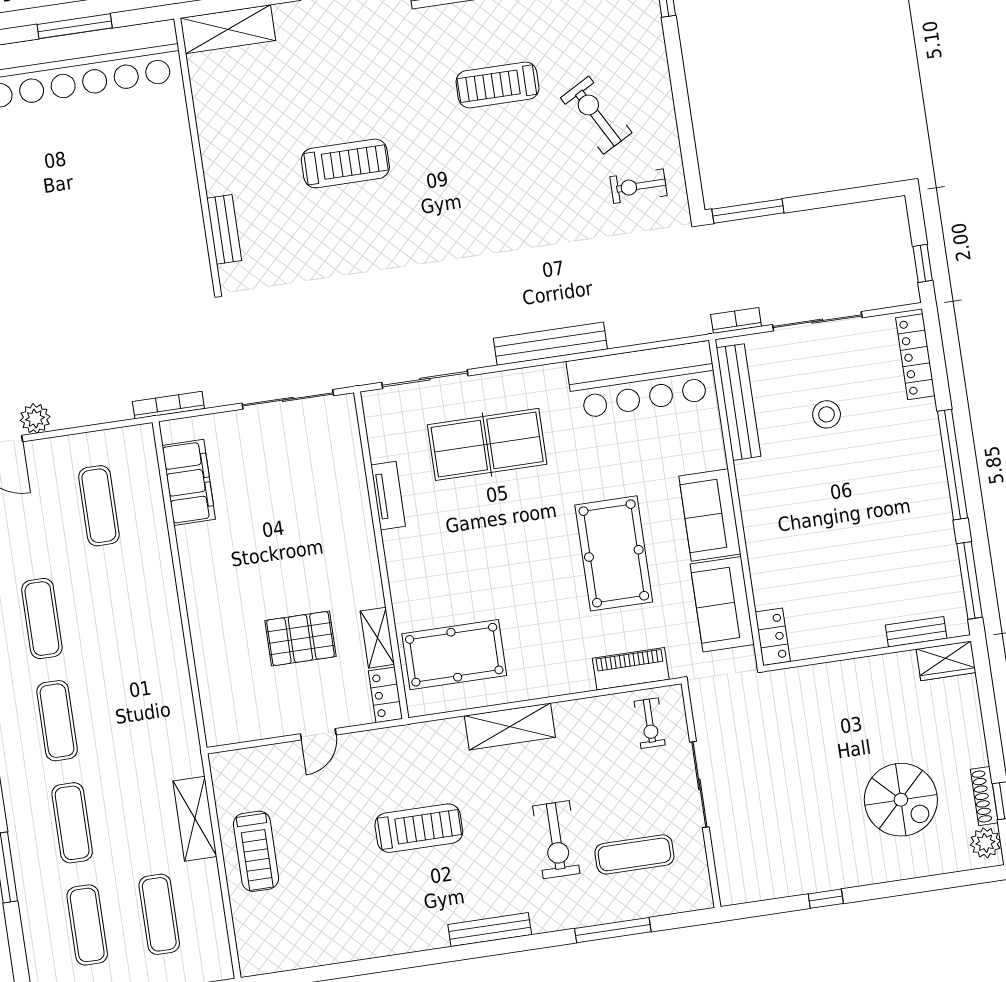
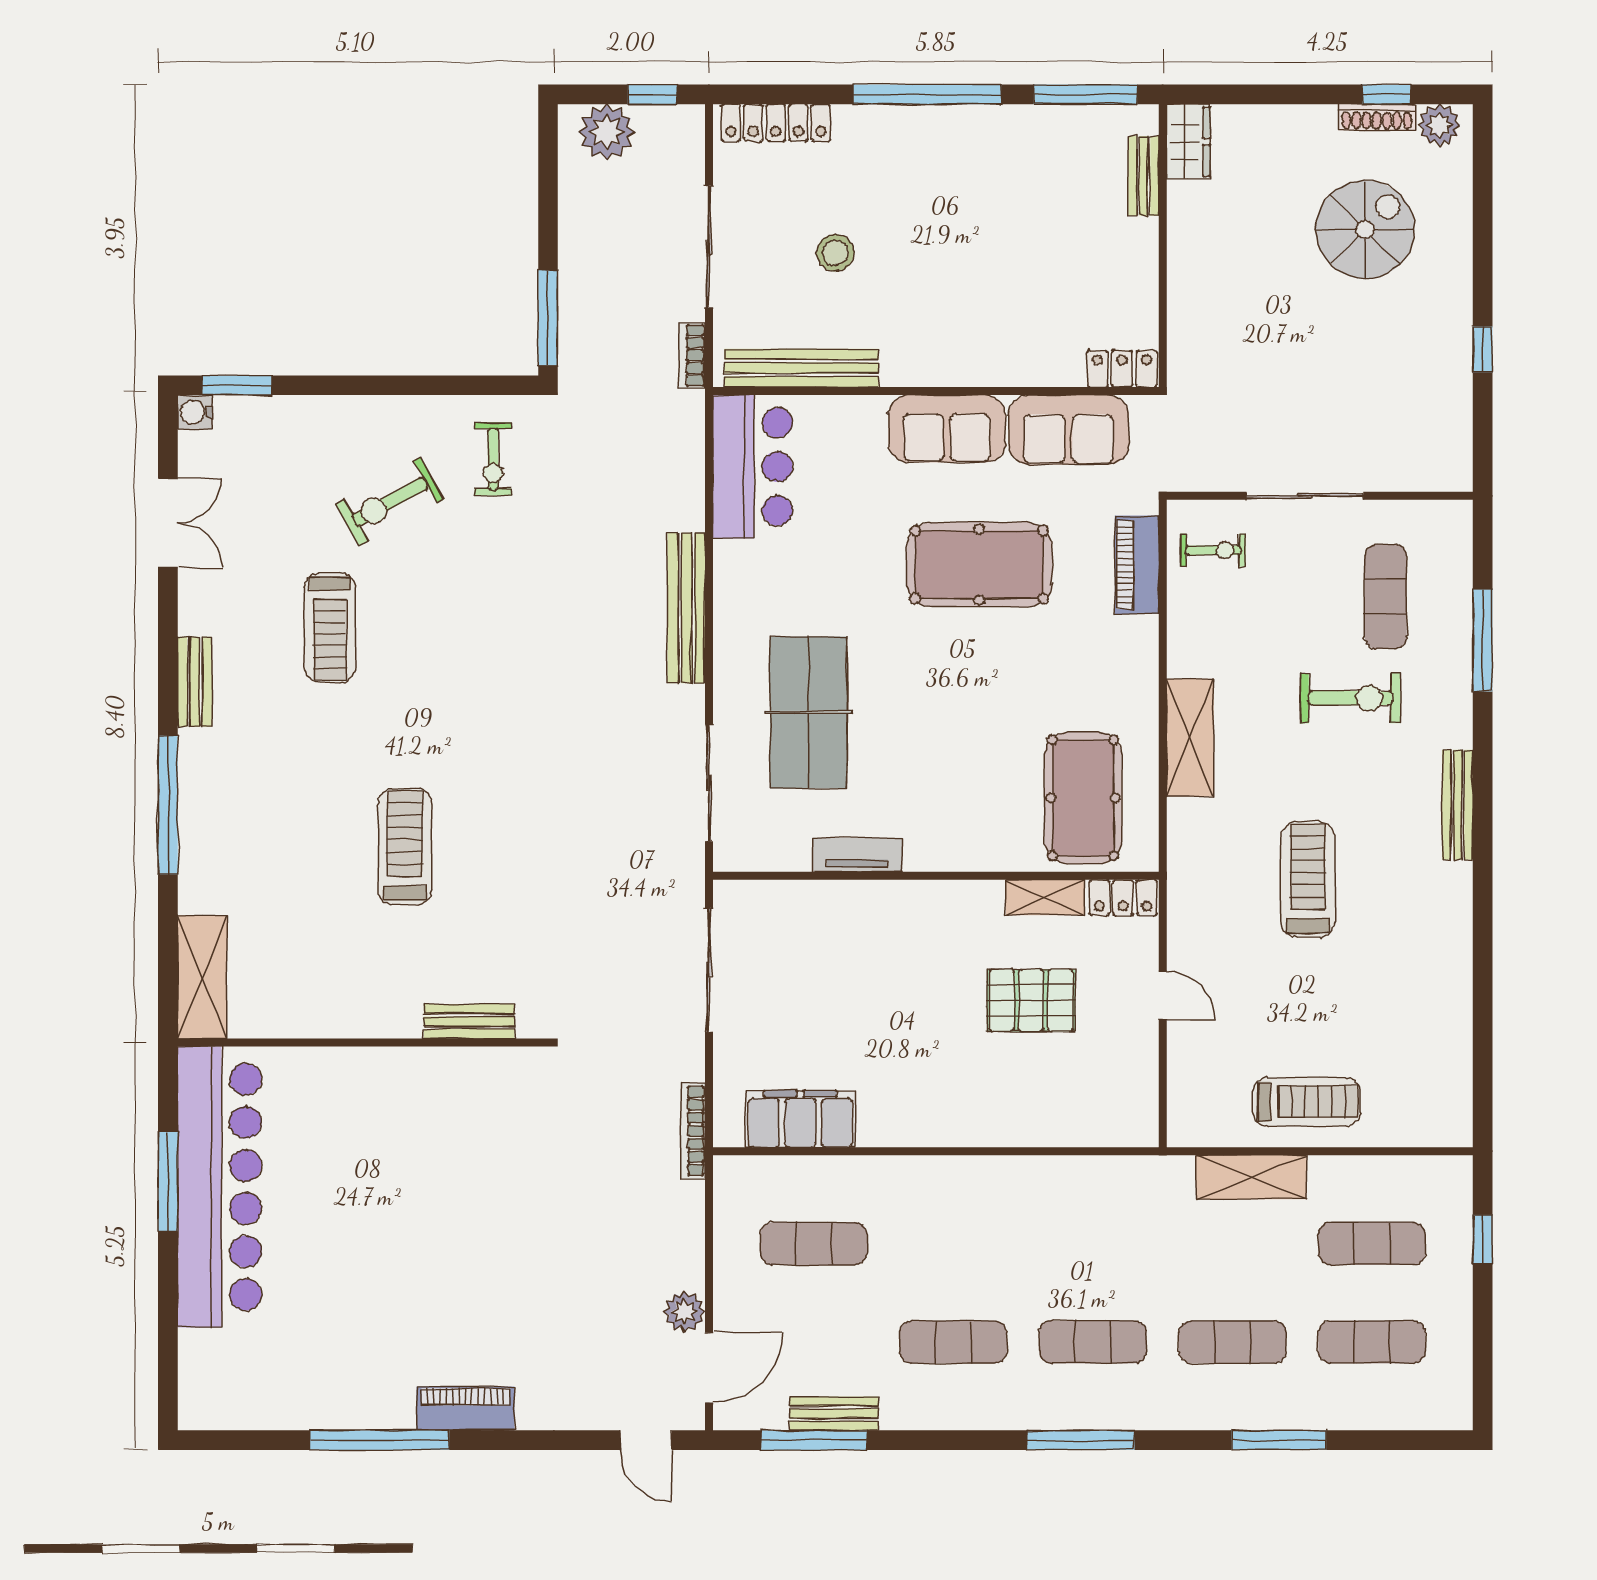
plant: (890, 234) -> (607, 132), added
bar counter: (642, 380) -> (753, 467), width x0.73
pallet: (300, 639) -> (1031, 1000), turned 90

